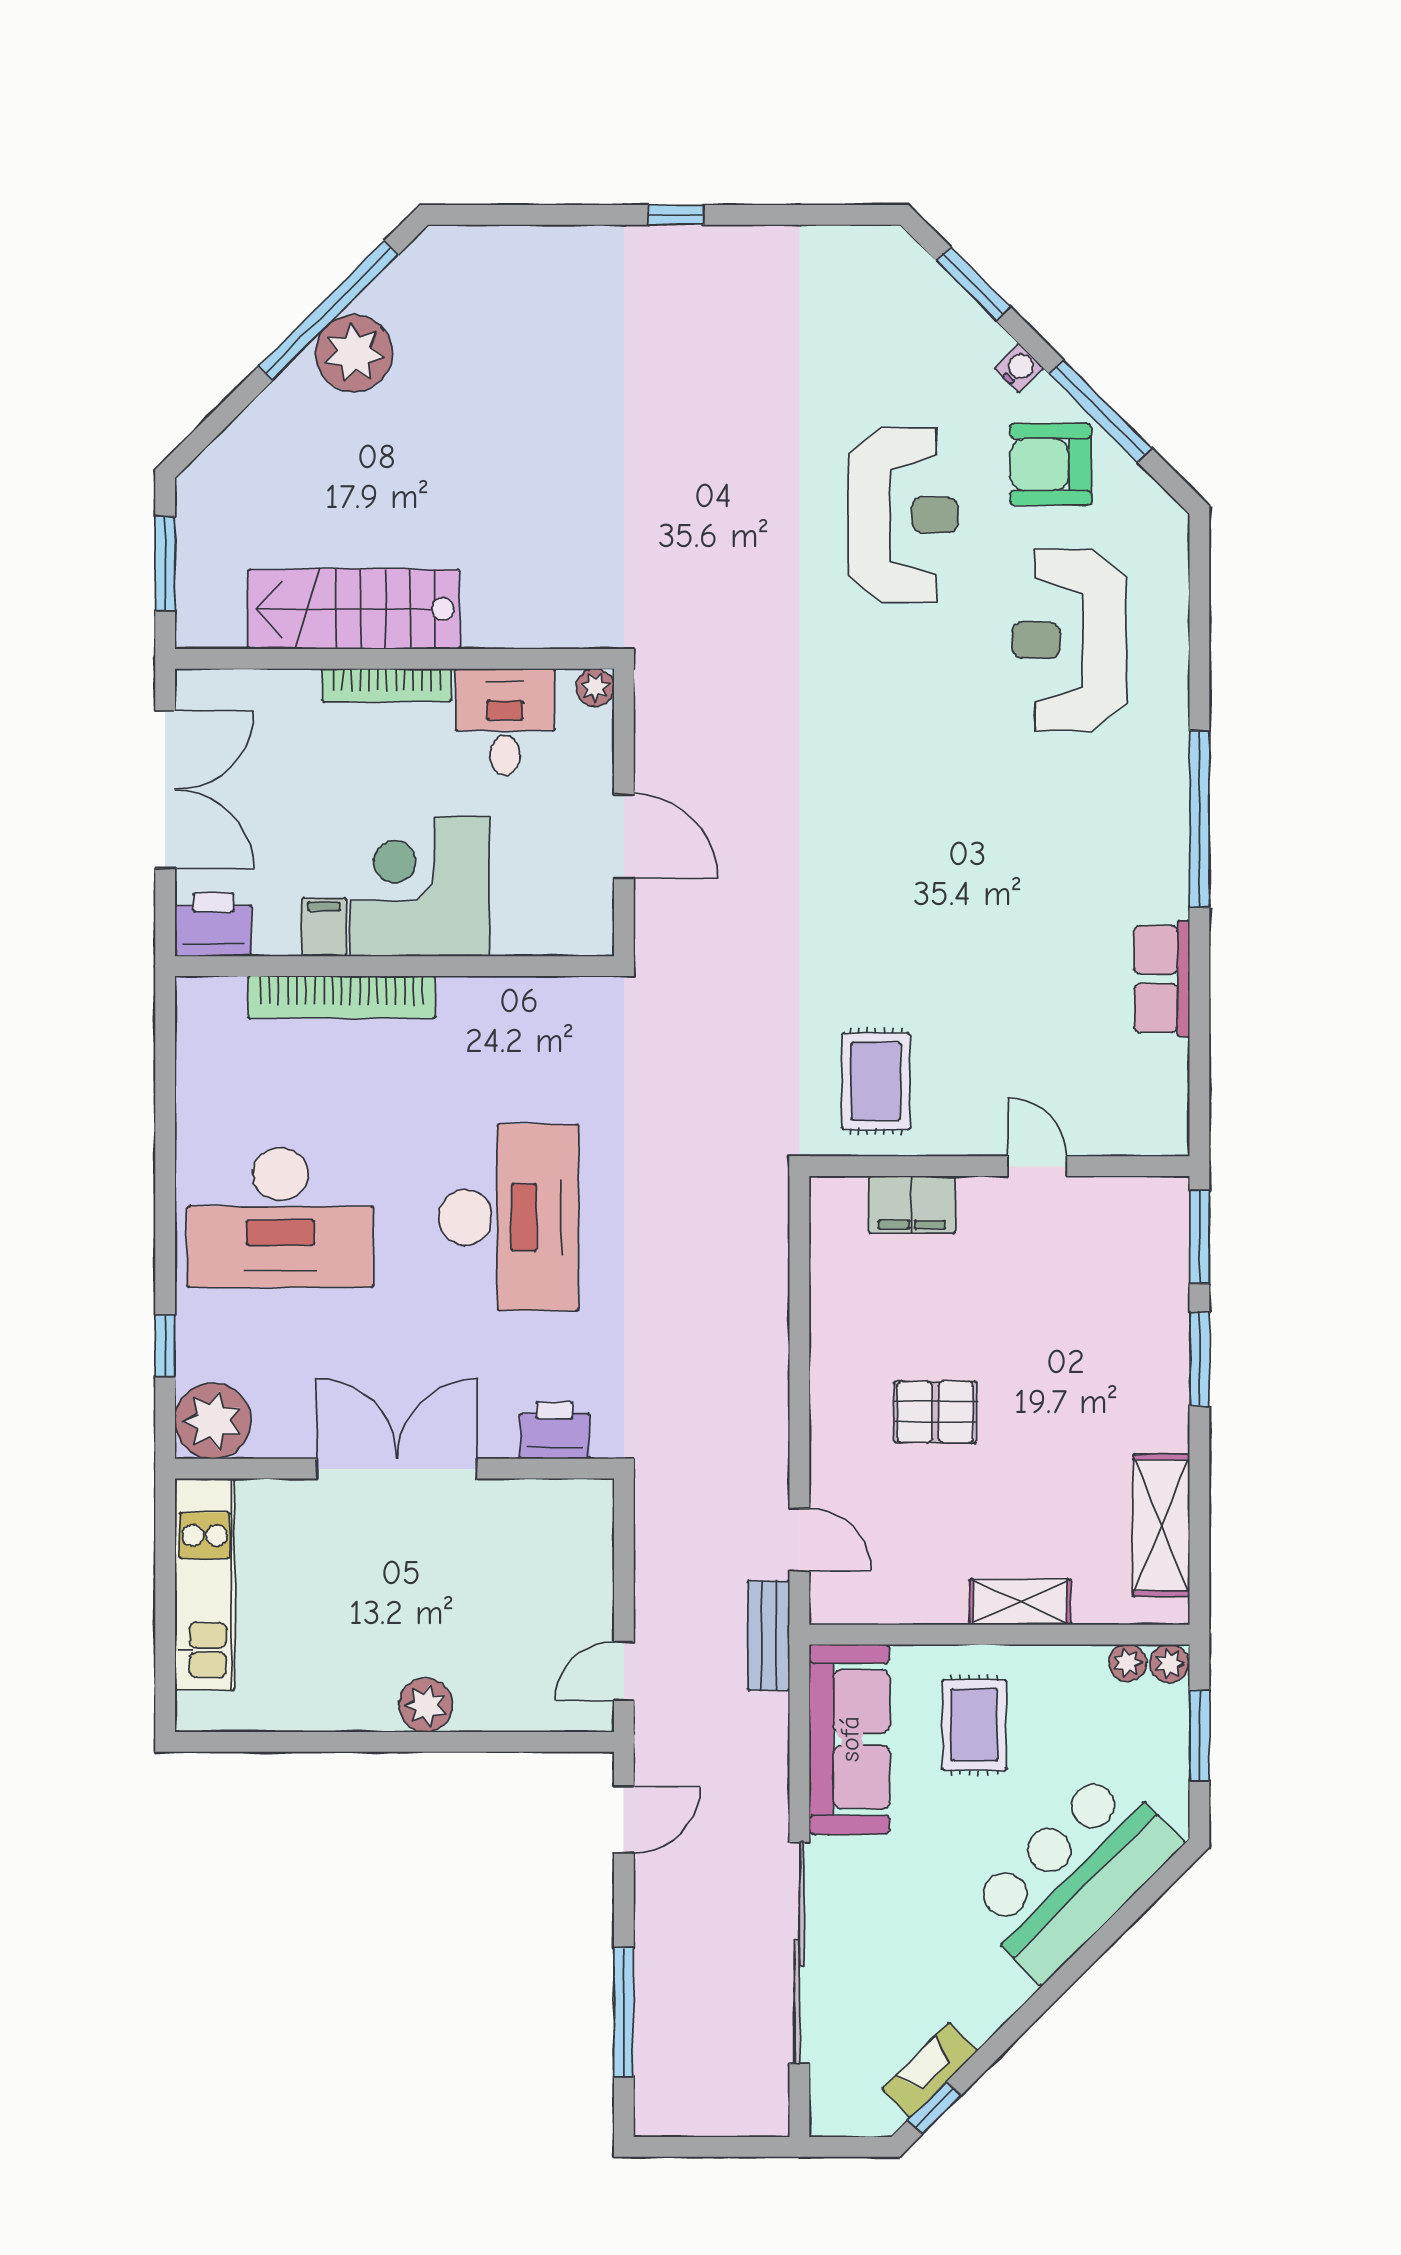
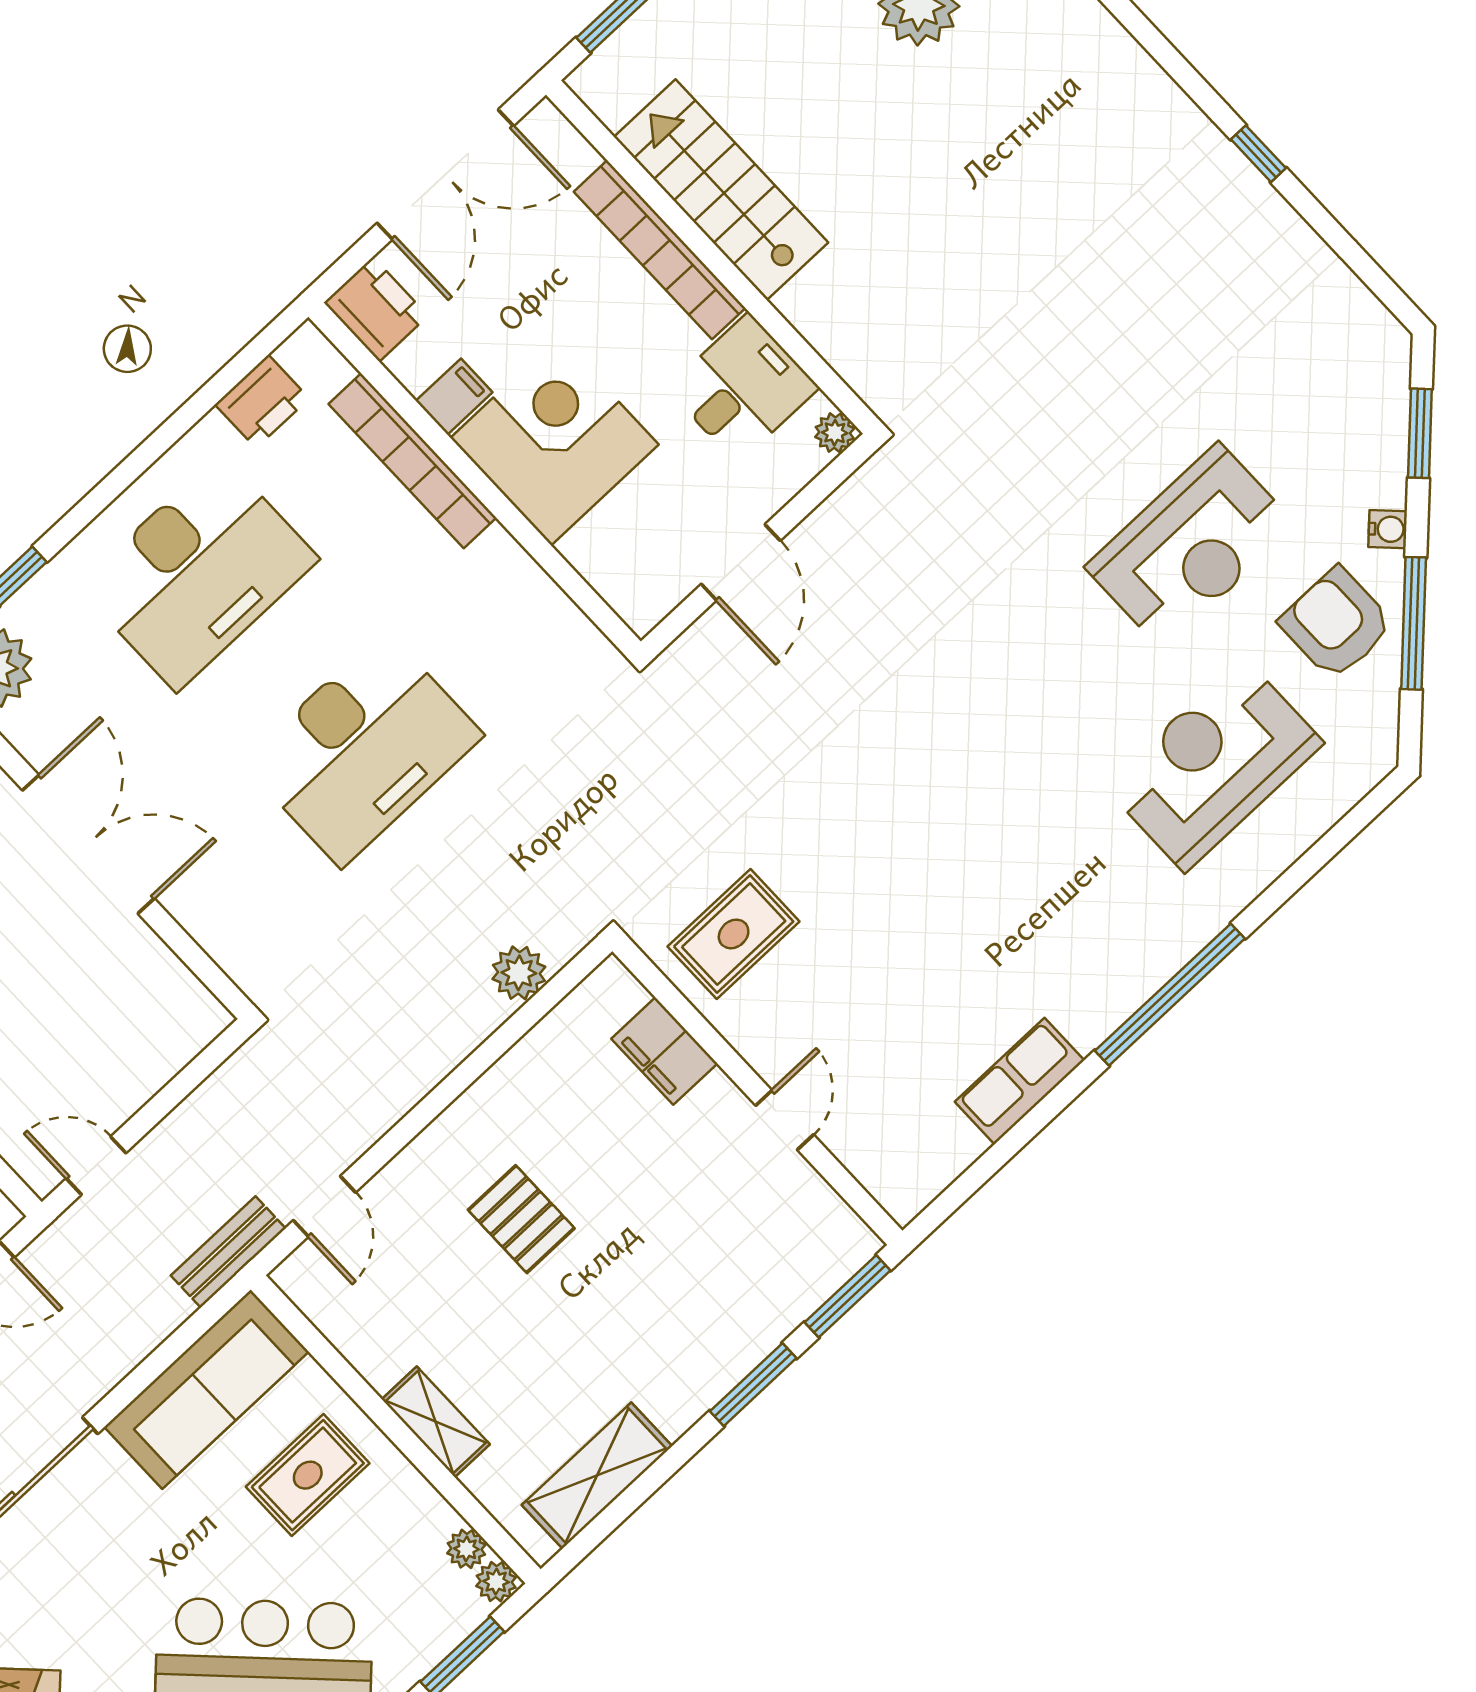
bookcase: (387, 685) -> (660, 250), width x1.48, depth x1.31
desk: (280, 1217) -> (198, 573), turned -90
plant: (764, 1255) -> (519, 973), added
printer: (555, 1430) -> (262, 401), moved, turned 90

